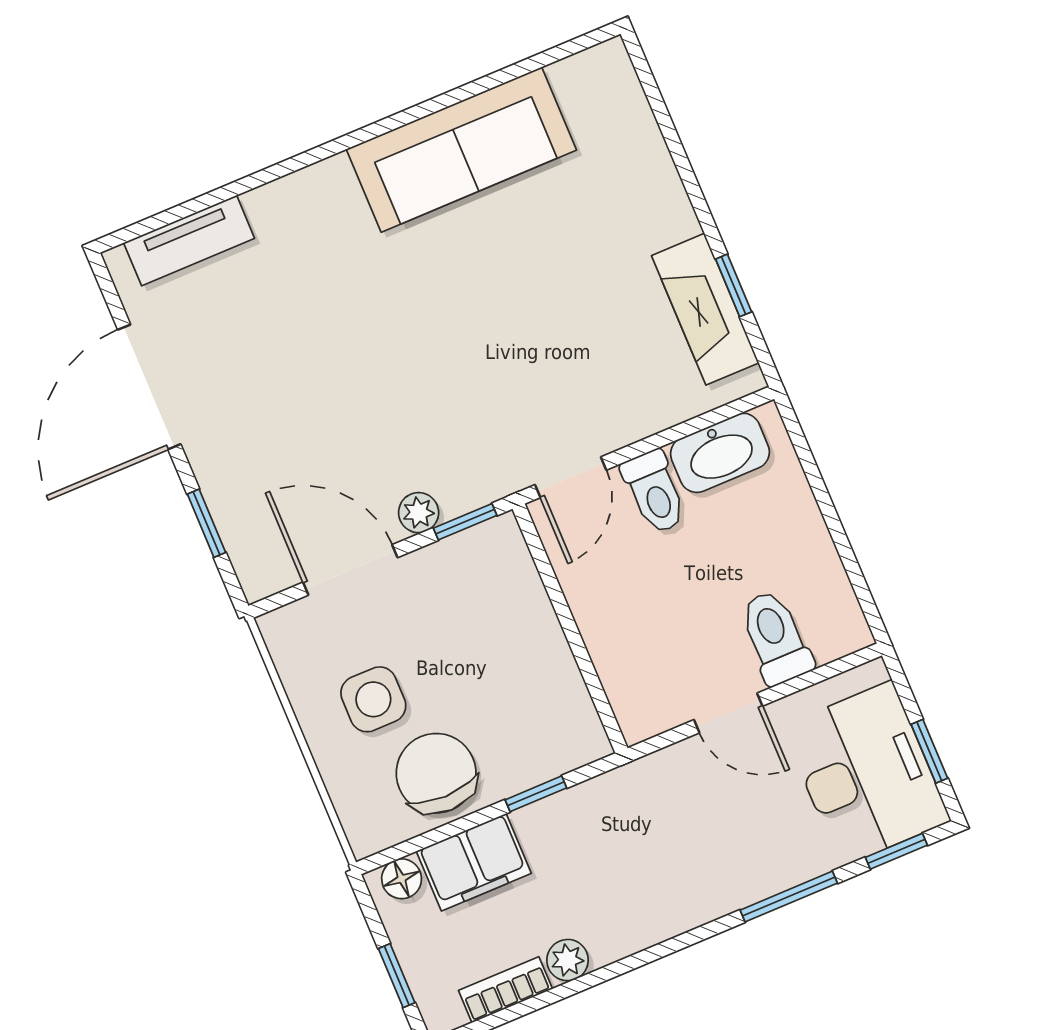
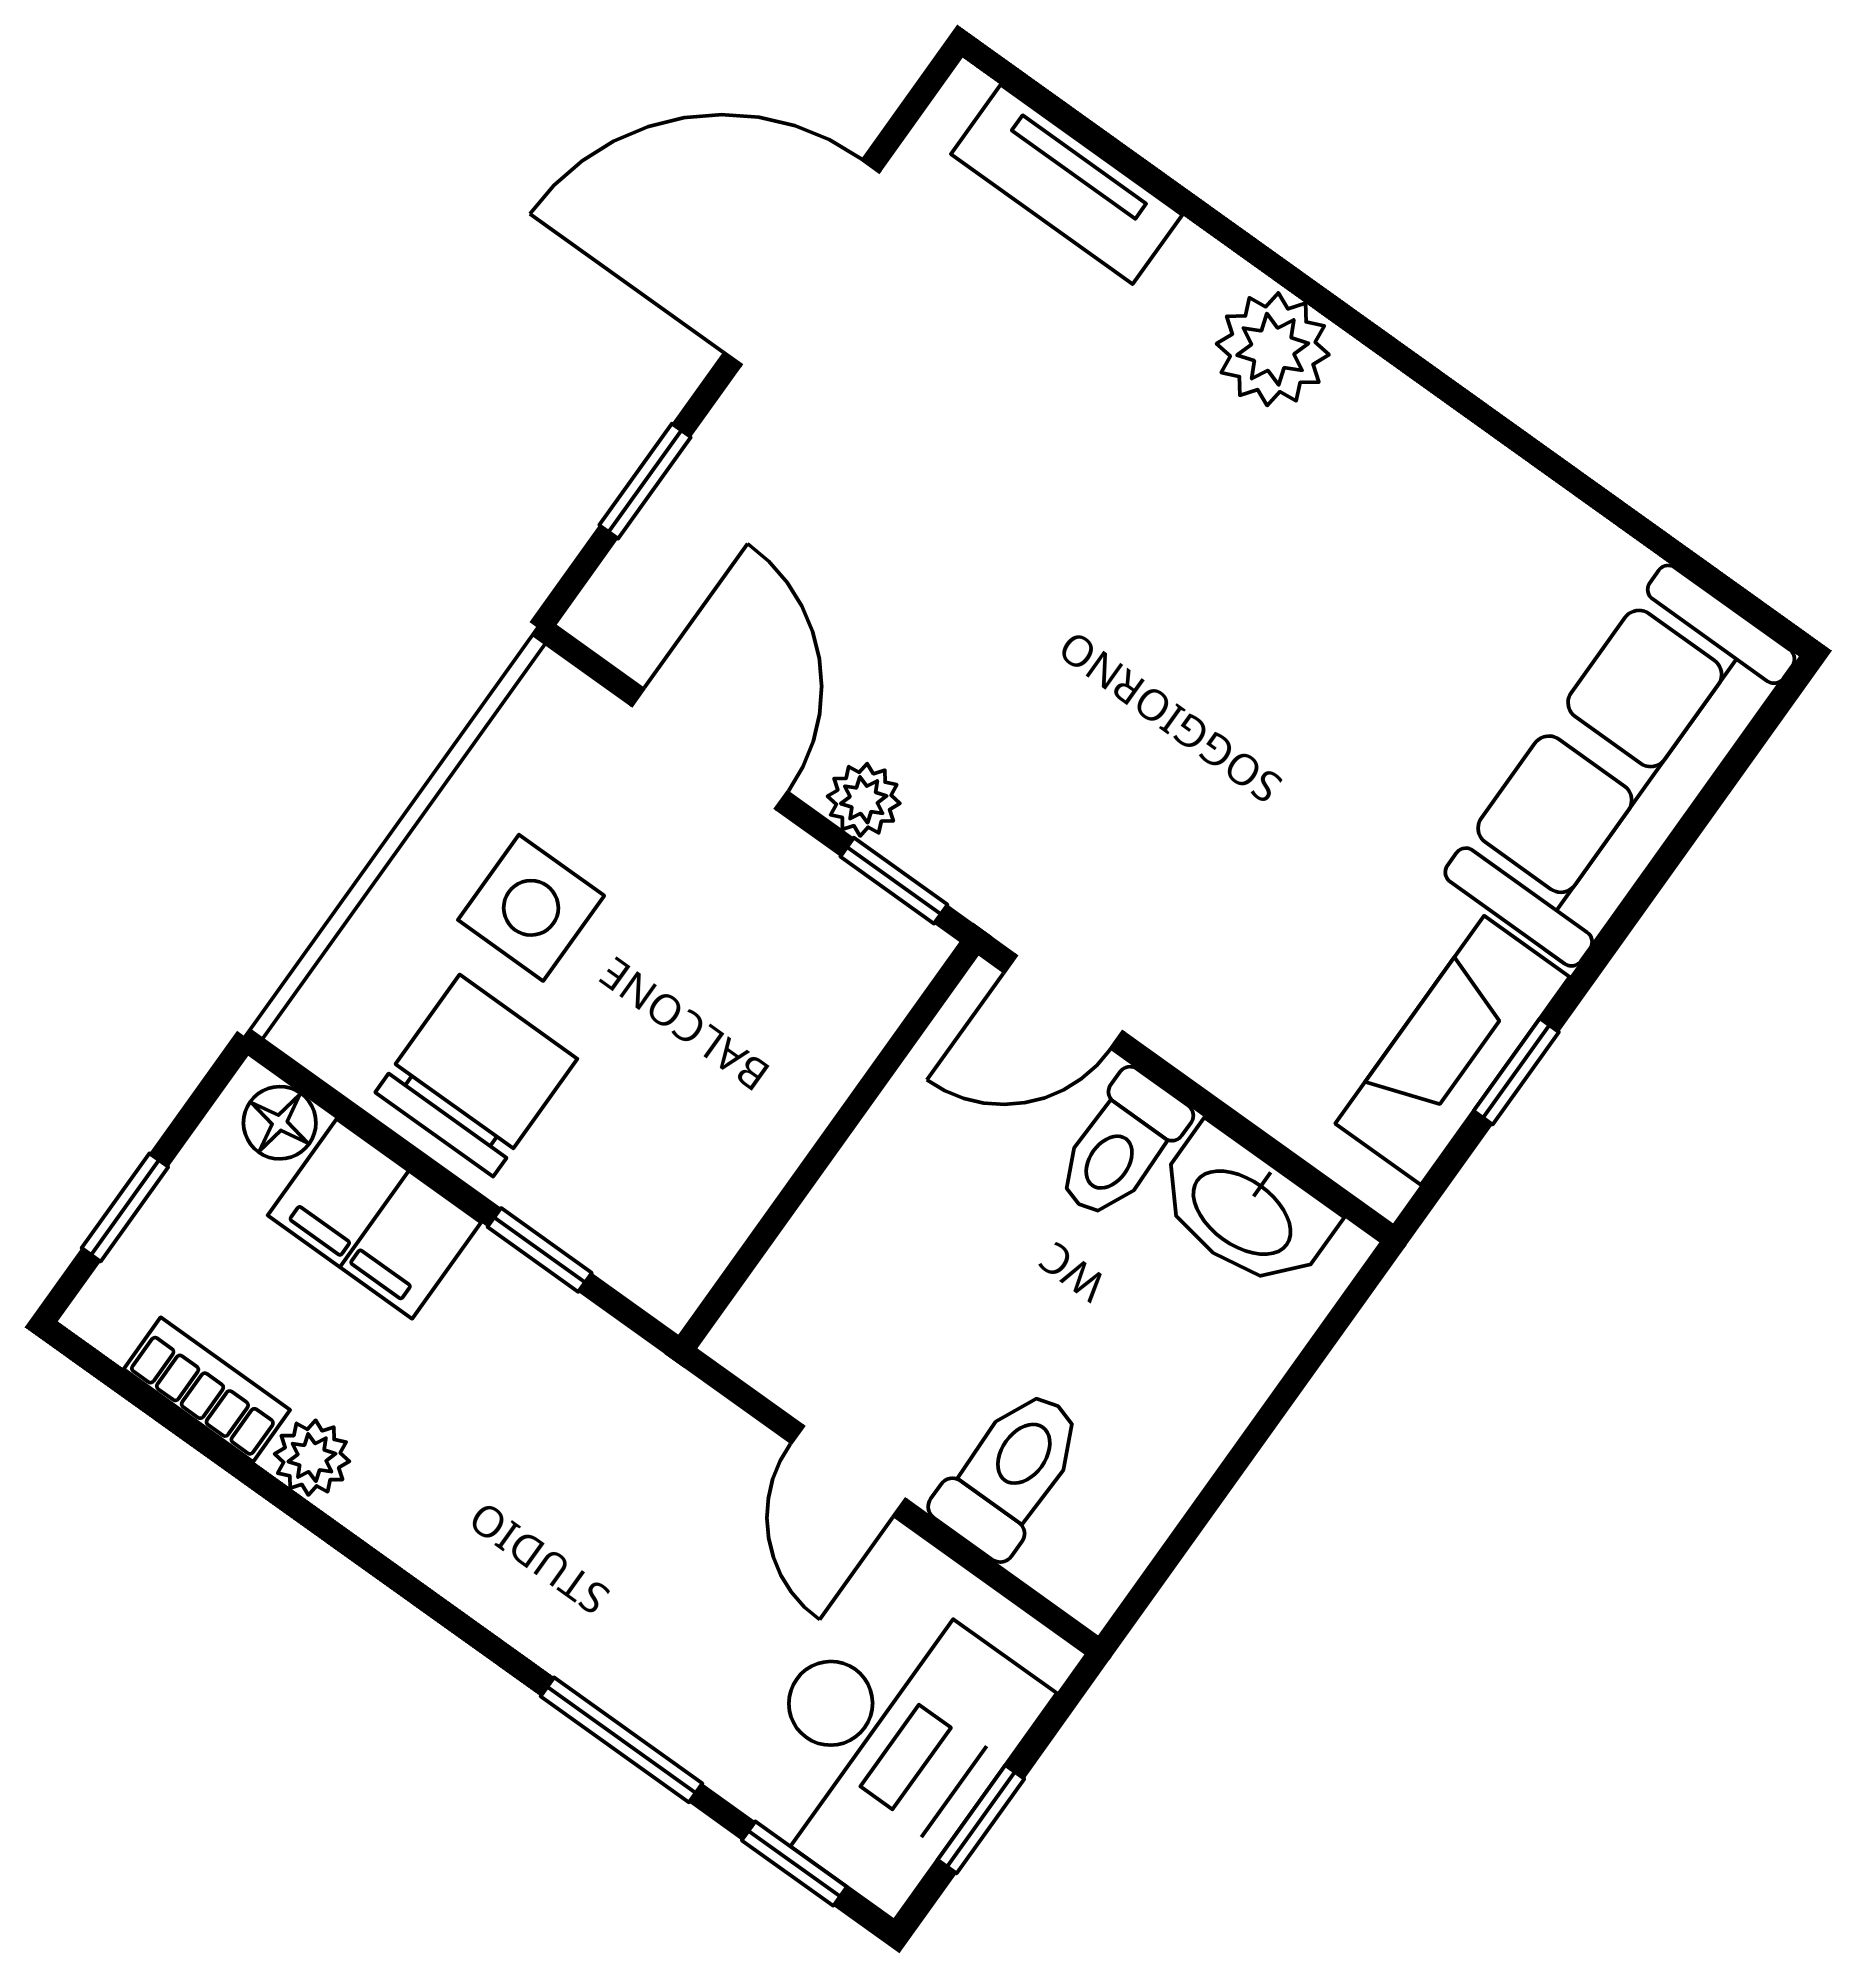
sofa: (461, 150) -> (1620, 766), moved, turned 90
plant: (325, 191) -> (1273, 349), added

